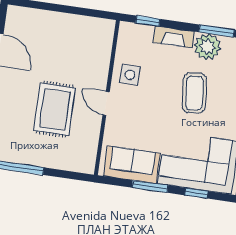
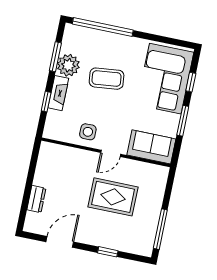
dresser: (46, 19) -> (36, 199), added
window: (148, 21) -> (46, 102), moved
sofa: (132, 165) -> (151, 147), moved, turned 90

